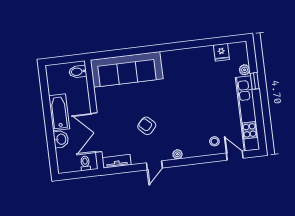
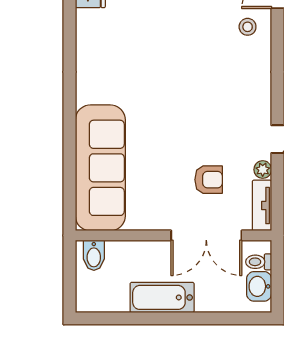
armchair: (147, 126) -> (209, 180), moved, turned -133
washbasin: (61, 139) -> (259, 286), moved, turned -90
plant: (177, 154) -> (263, 170), moved

